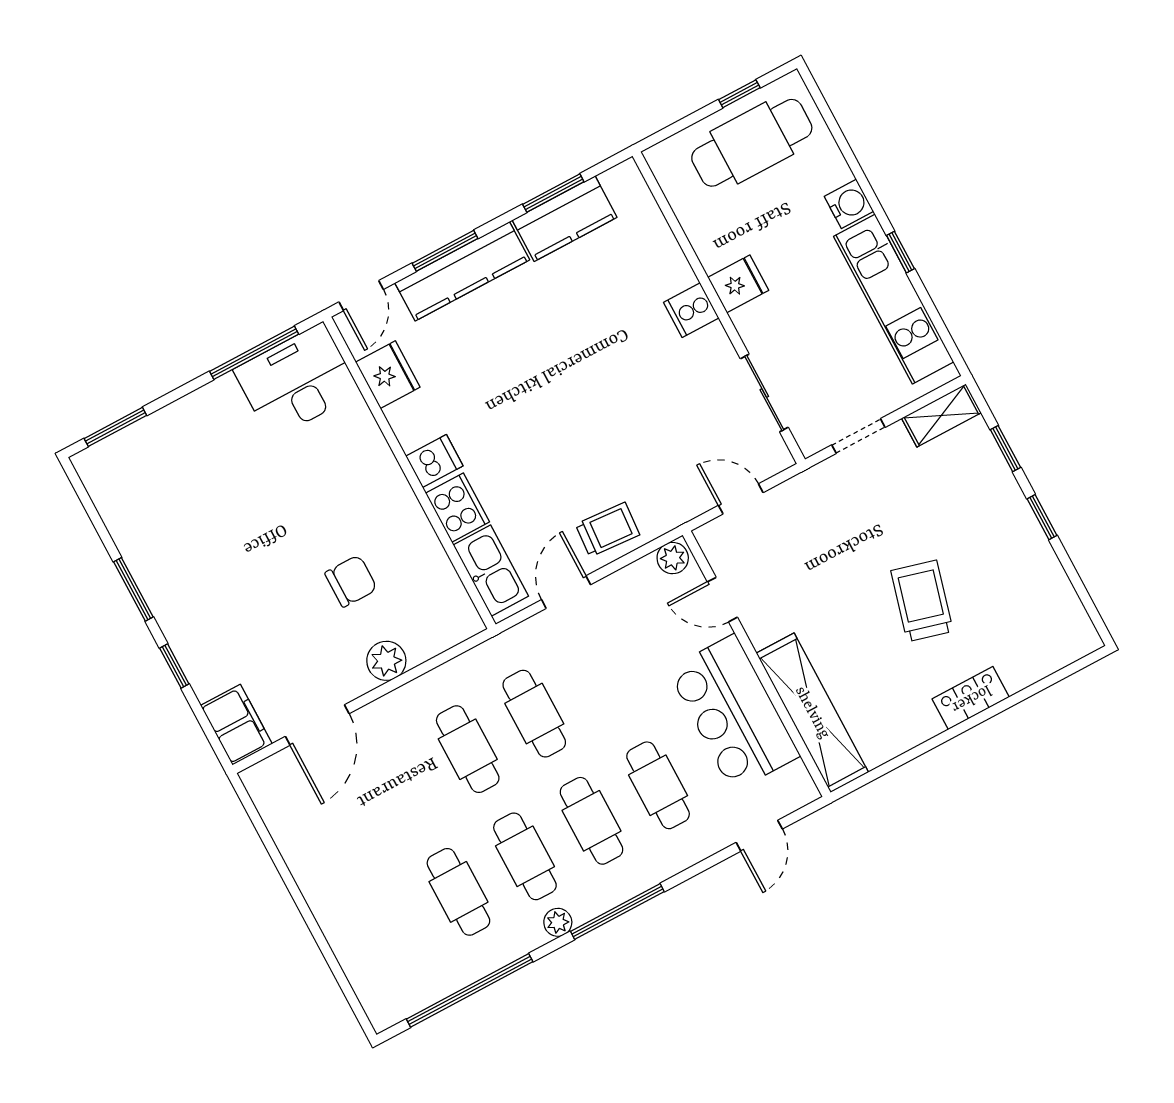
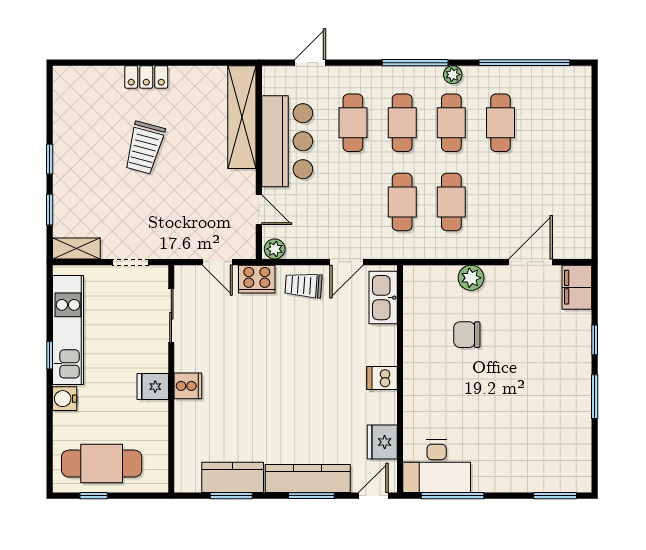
cooker: (458, 508) -> (257, 279), moved, turned -90

